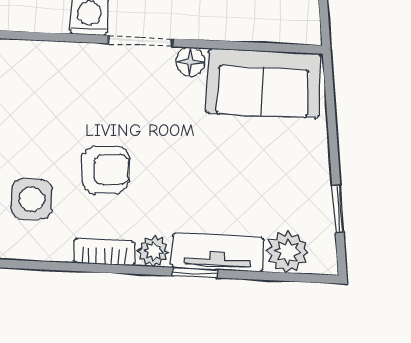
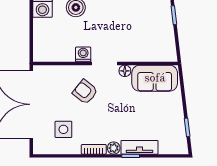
armchair: (106, 170) -> (85, 92), moved, turned -138
plant: (287, 252) -> (168, 146), removed

